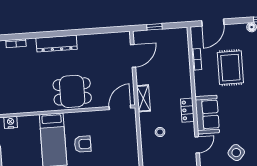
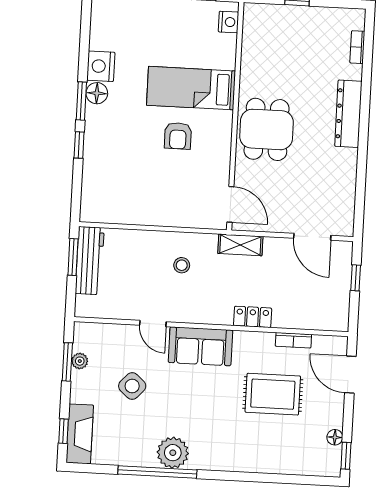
locker: (187, 110) -> (253, 317), moved

